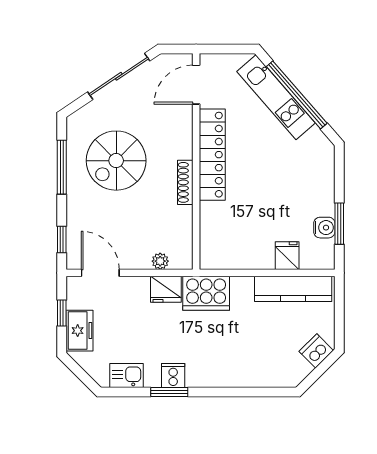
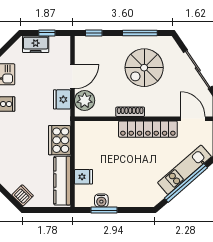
spiral stairs: (116, 161) -> (144, 68), turned -90
plant: (160, 261) -> (85, 100), width x1.88, depth x1.88
door: (100, 273) -> (72, 77), moved
cooker: (206, 293) -> (59, 140), moved

